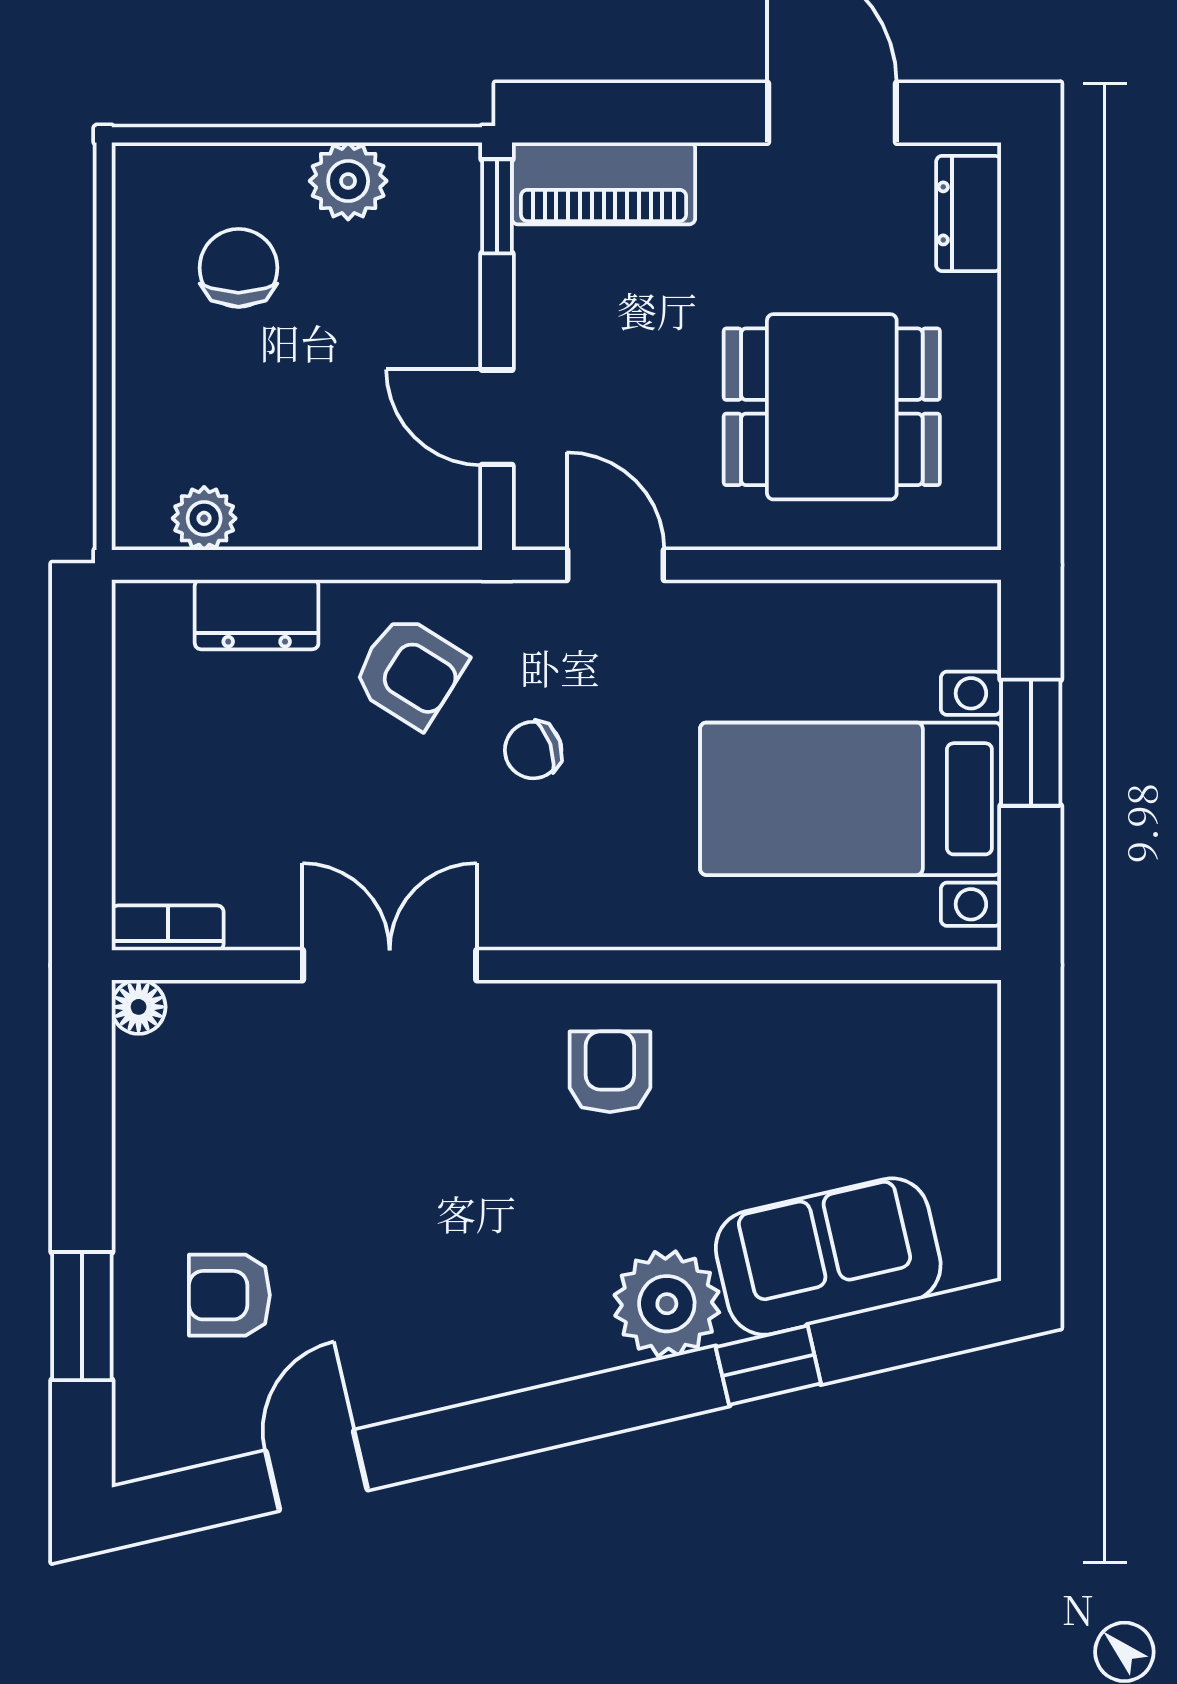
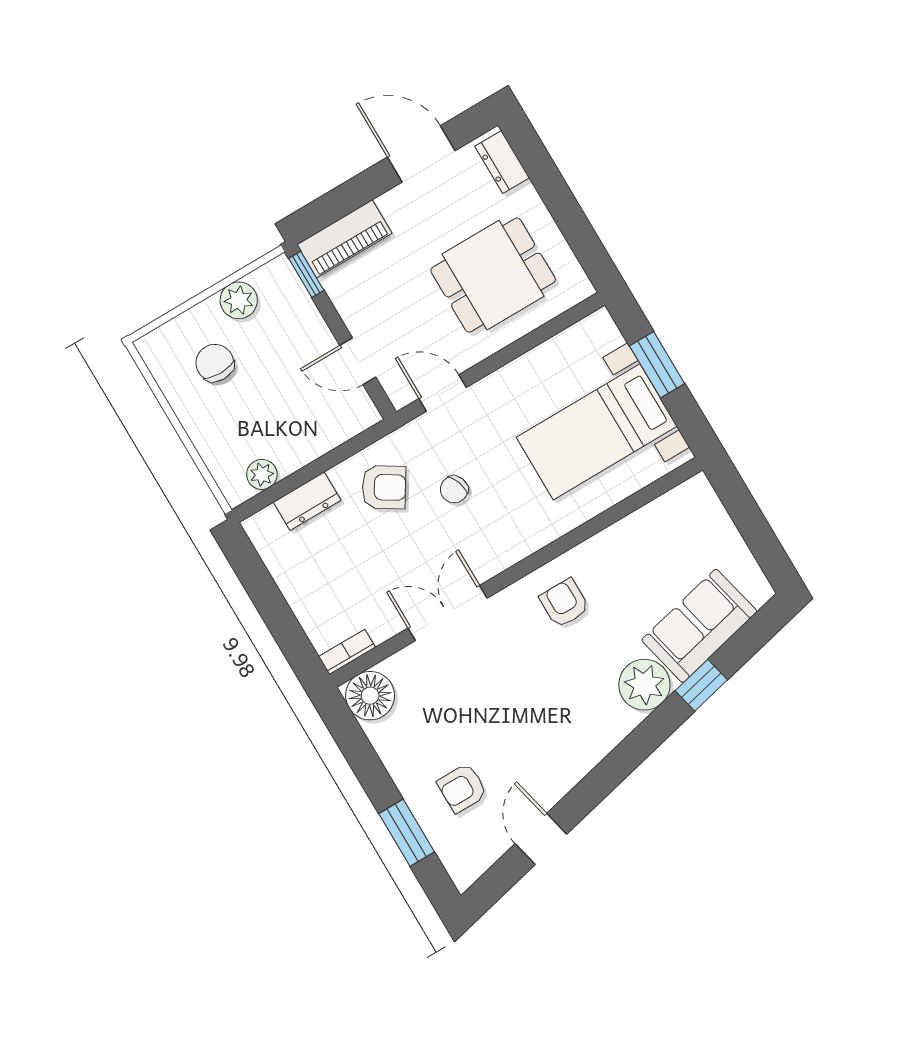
floor lamp: (139, 1007) -> (370, 696), width x1.89, depth x1.89

